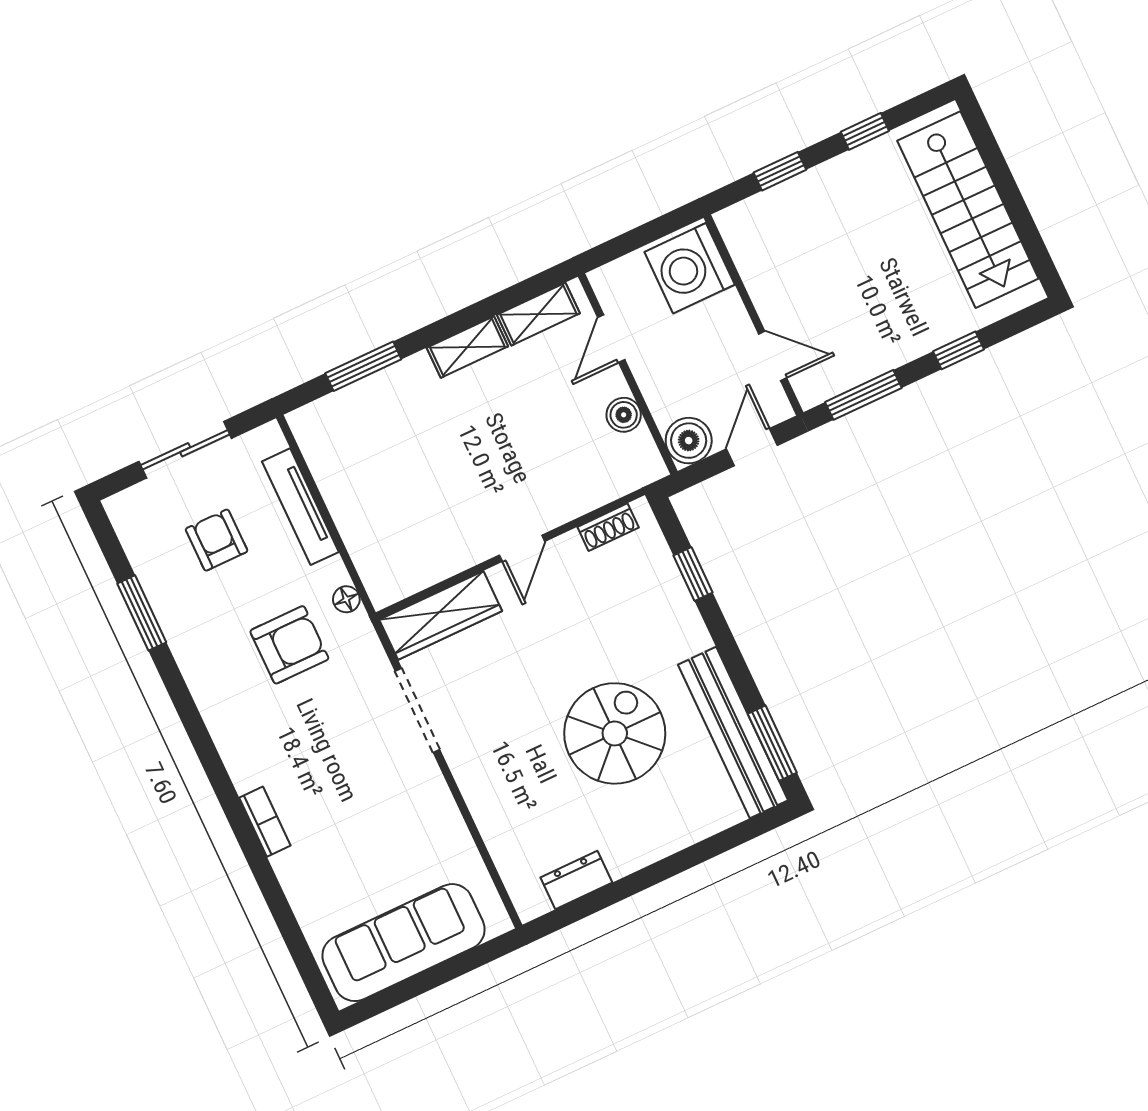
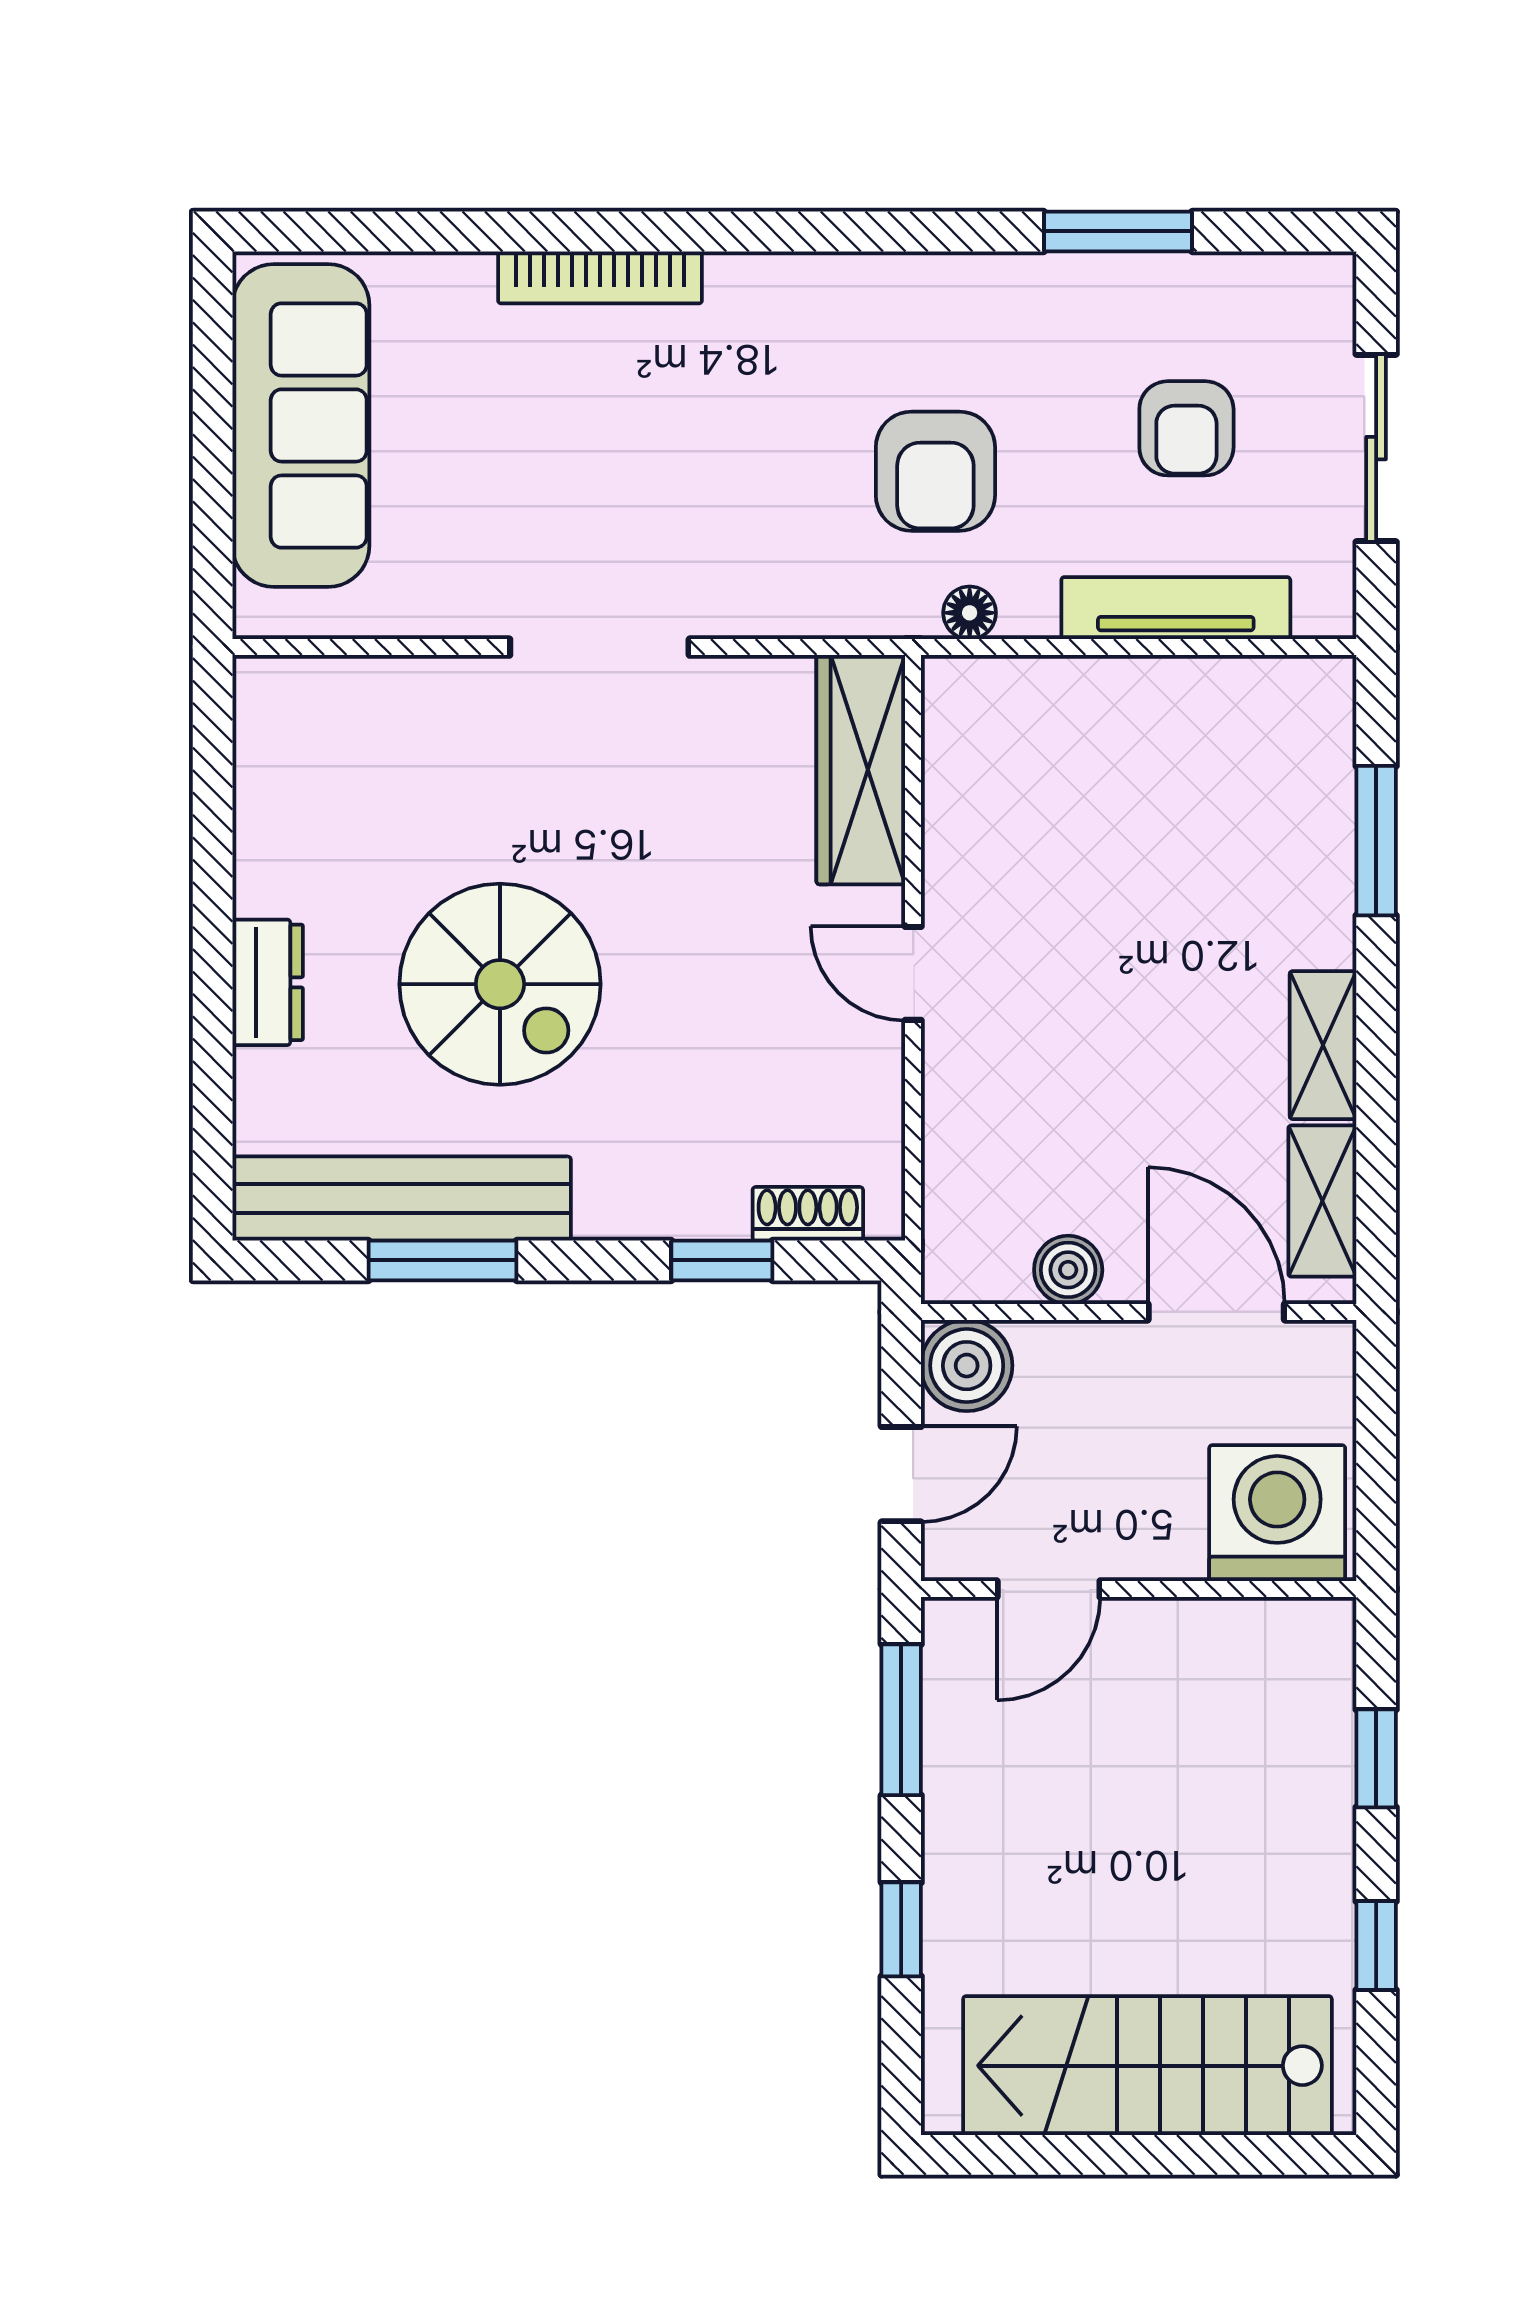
door: (611, 339) -> (1216, 1312), width x1.38
door: (752, 447) -> (901, 1474), hinge flipped
shoe rack: (608, 527) -> (808, 1214), moved, turned 90
armchair: (217, 540) -> (1186, 428), turned 90
doorway: (417, 710) -> (599, 647), moved
window: (772, 743) -> (443, 1260), moved
bookcase: (265, 822) -> (600, 277), width x1.56
dresser: (576, 880) -> (268, 982), moved

